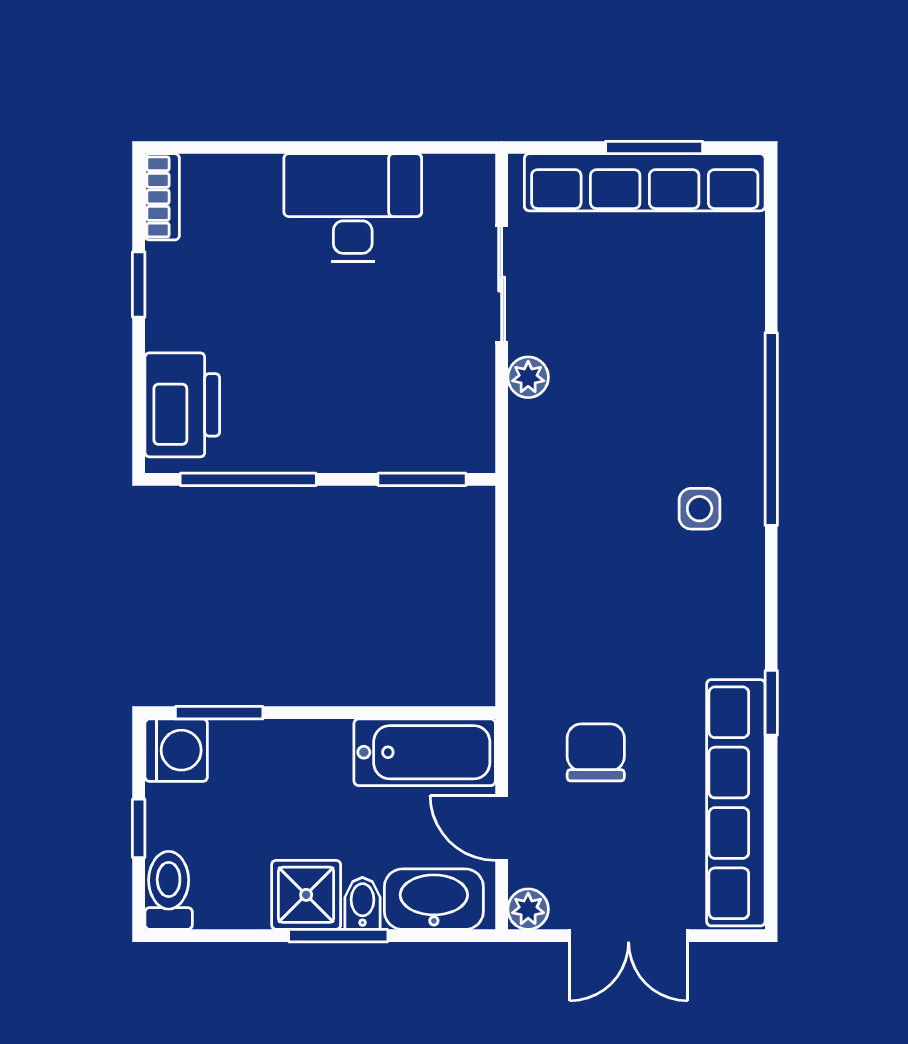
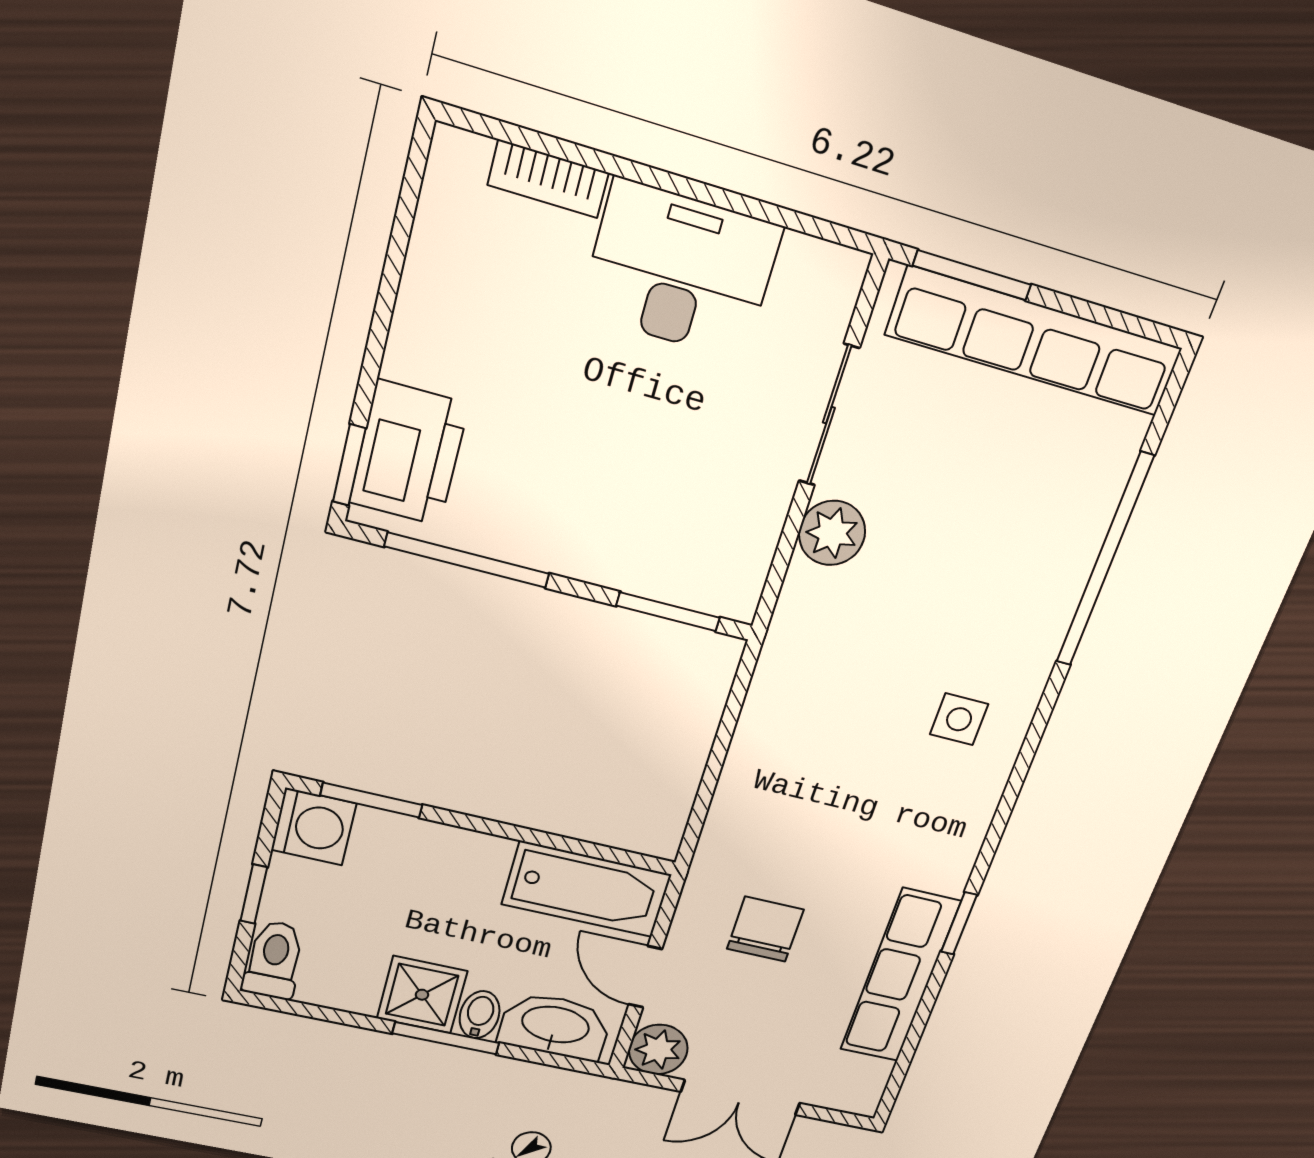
window: (654, 148) -> (972, 275), moved
bookcase: (162, 197) -> (548, 179), moved, turned 90
window: (139, 284) -> (349, 465), moved
plant: (528, 377) -> (832, 533), width x1.38, depth x1.38
window: (771, 429) -> (1105, 561), moved
row of seats: (736, 803) -> (900, 976), width x0.73
plant: (528, 909) -> (658, 1050), width x1.38, depth x1.38

